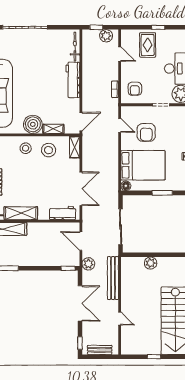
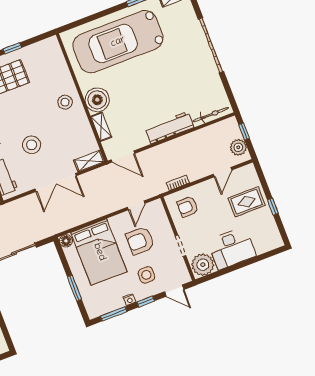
side table: (173, 137) -> (146, 275), added
stool: (49, 150) -> (32, 145), moved
double door: (81, 189) -> (56, 182), moved

